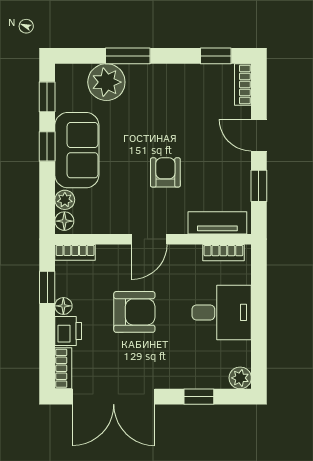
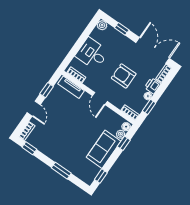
plant: (106, 82) -> (76, 166), removed
window: (47, 146) -> (124, 143), moved
armchair: (165, 172) -> (77, 119), removed
door: (149, 239) -> (100, 99), swing flipped

